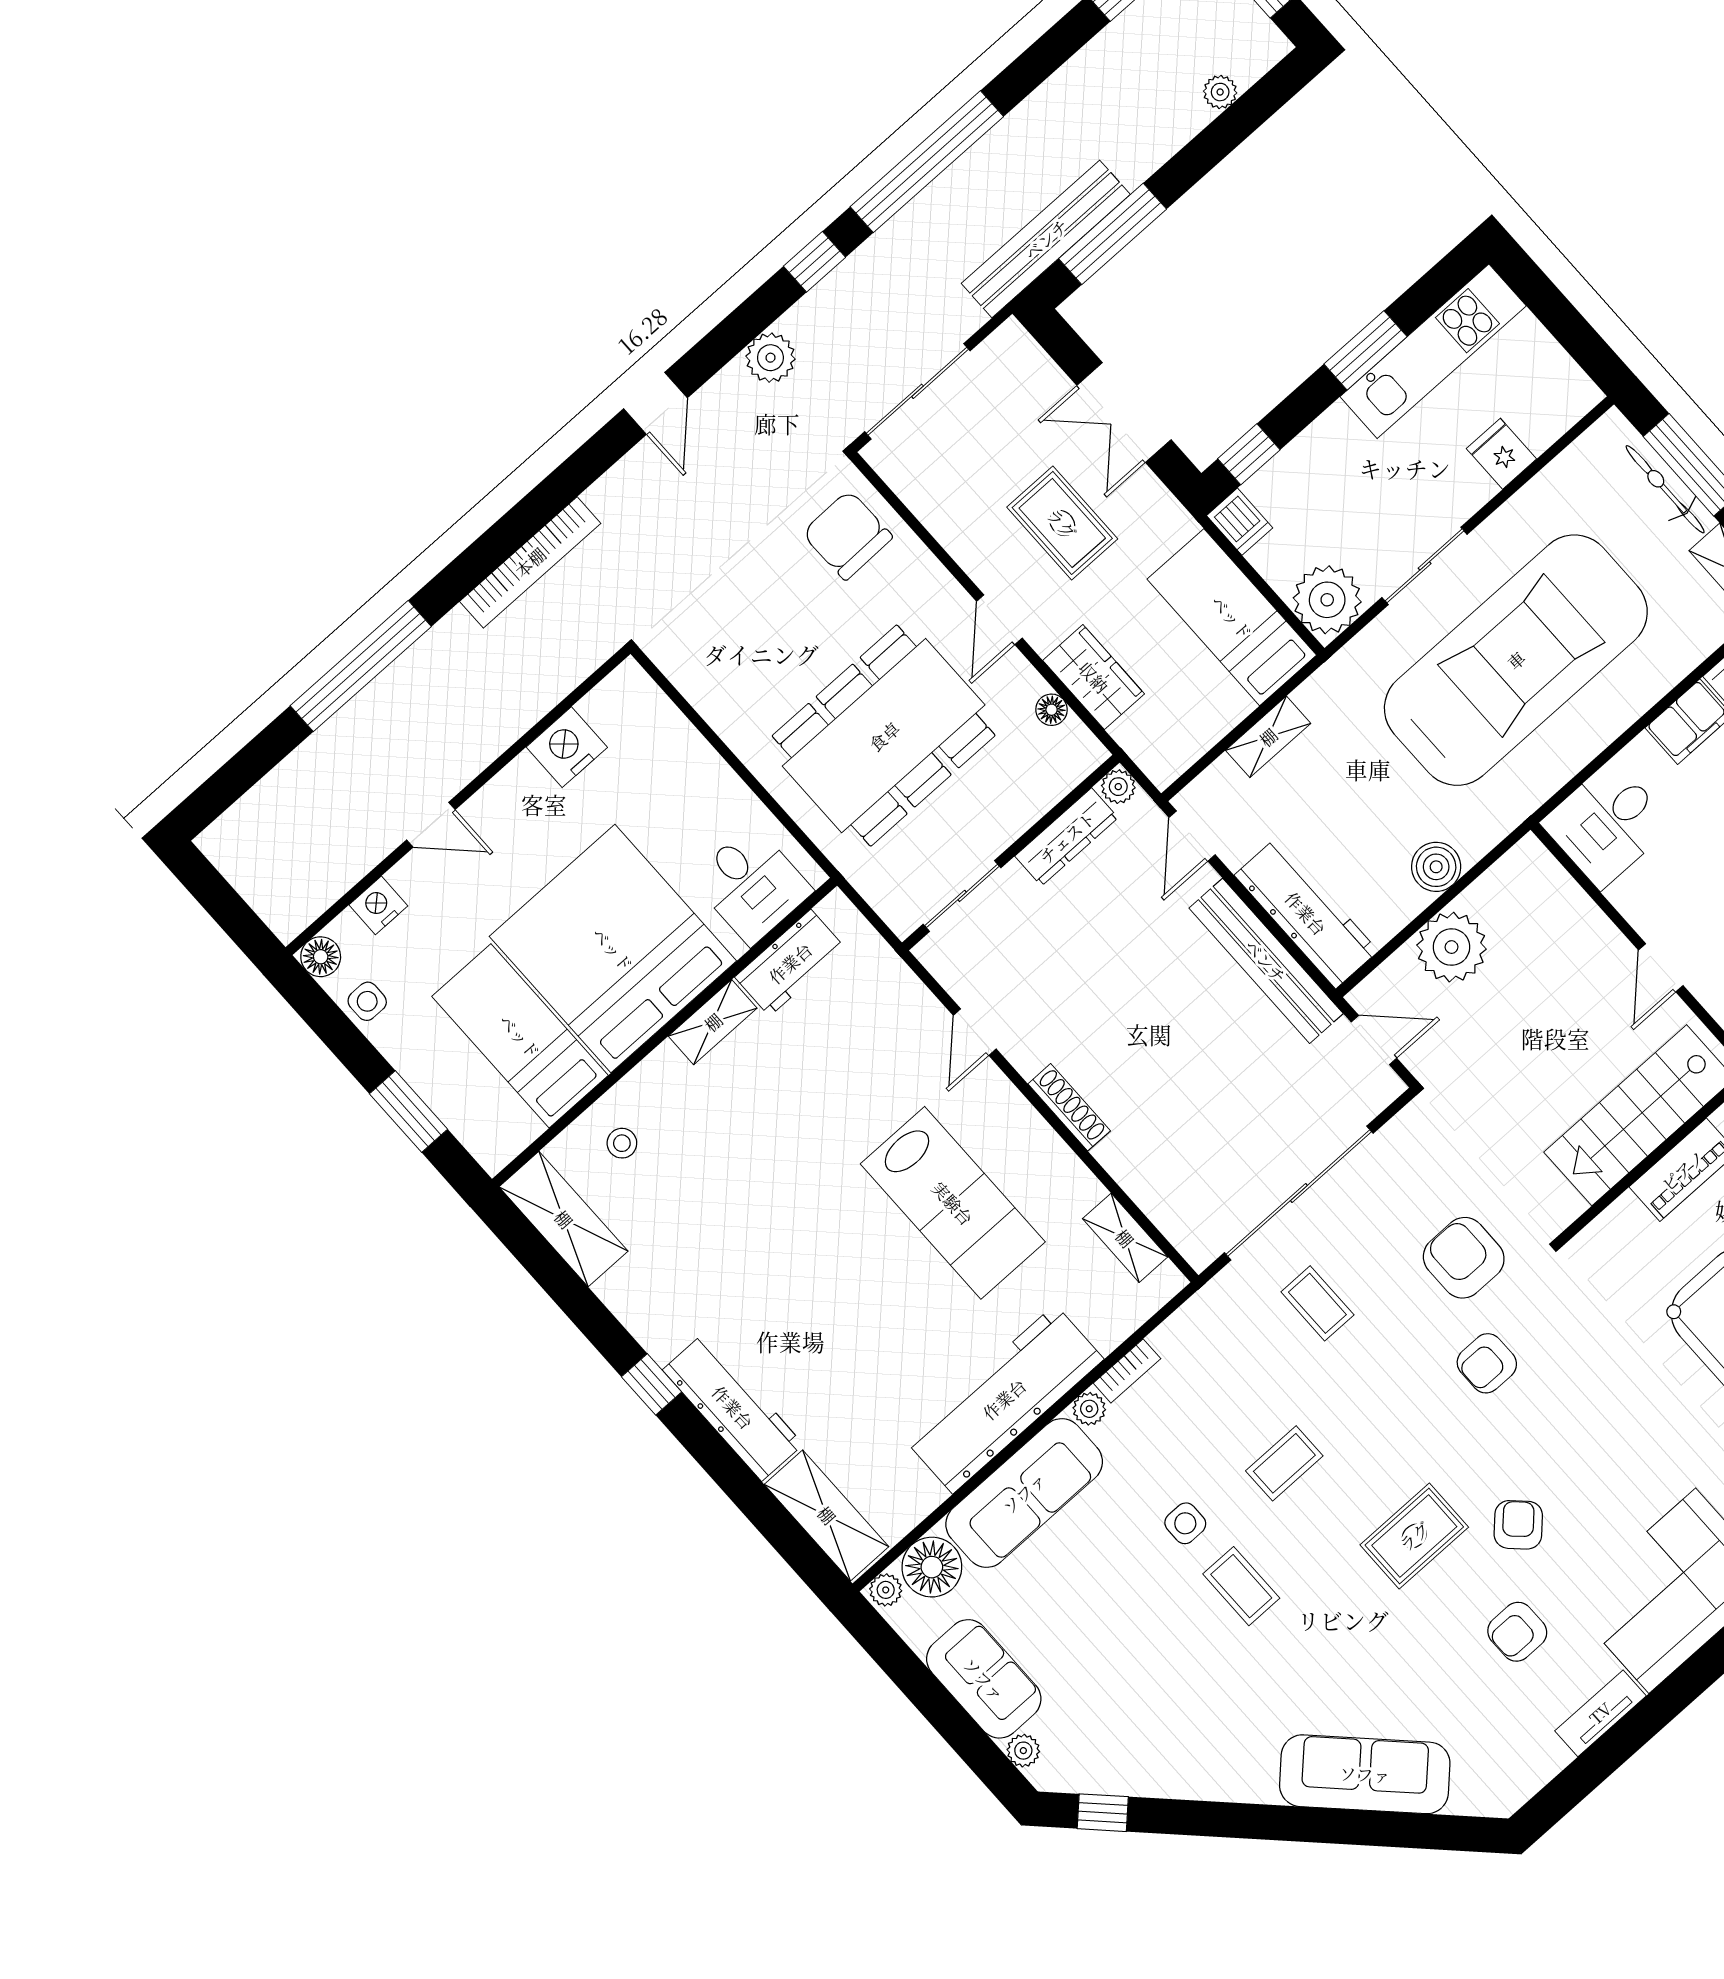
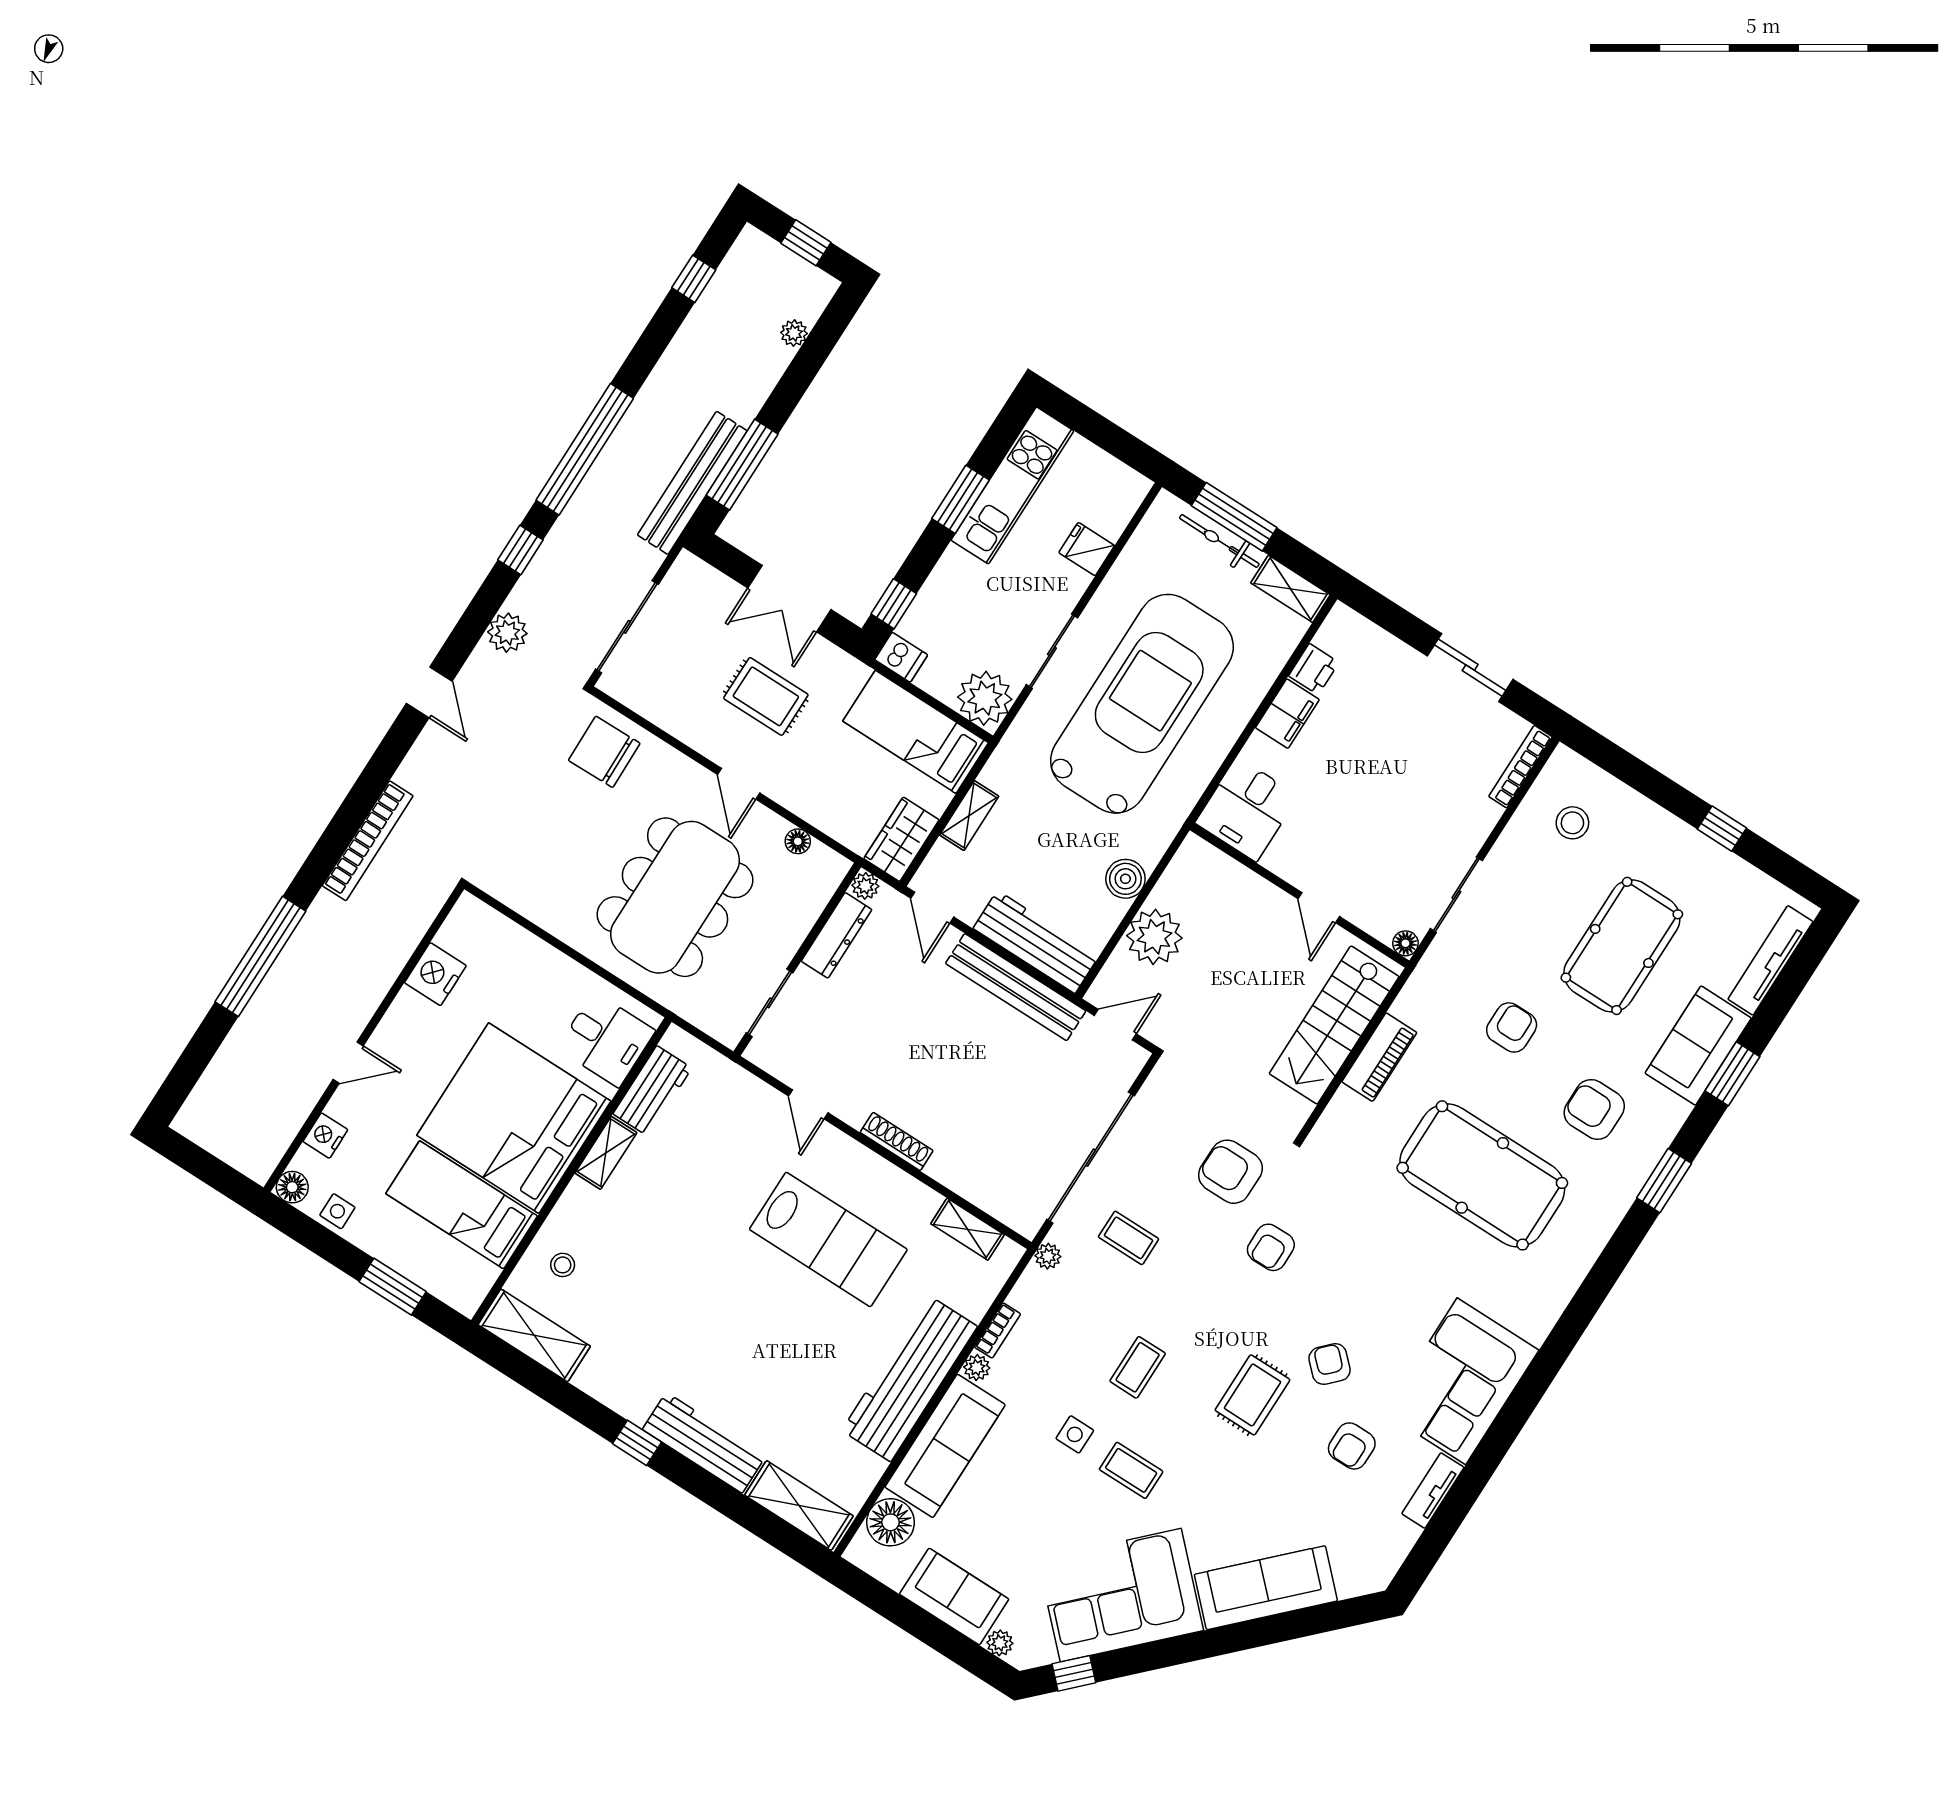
wardrobe: (1094, 677) -> (901, 839), moved, turned -90
plant: (886, 1590) -> (1048, 1256), moved
corner sofa: (1186, 1734) -> (1121, 1595), added

